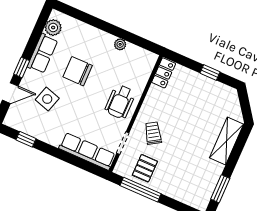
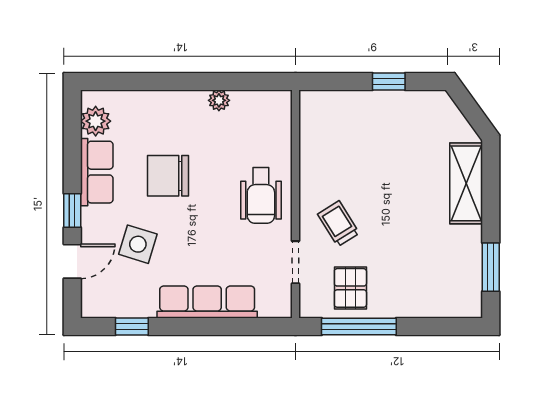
locker: (164, 73) -> (312, 116), removed
row of seats: (87, 151) -> (207, 302), moved

